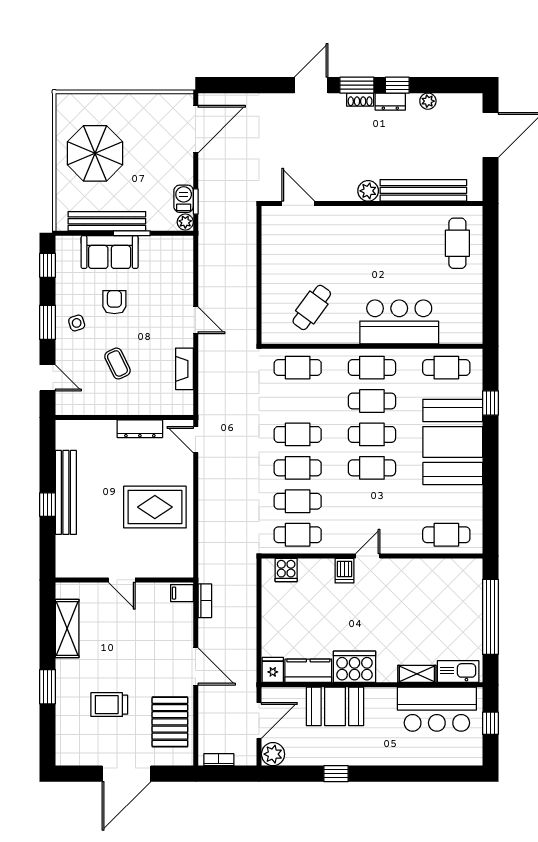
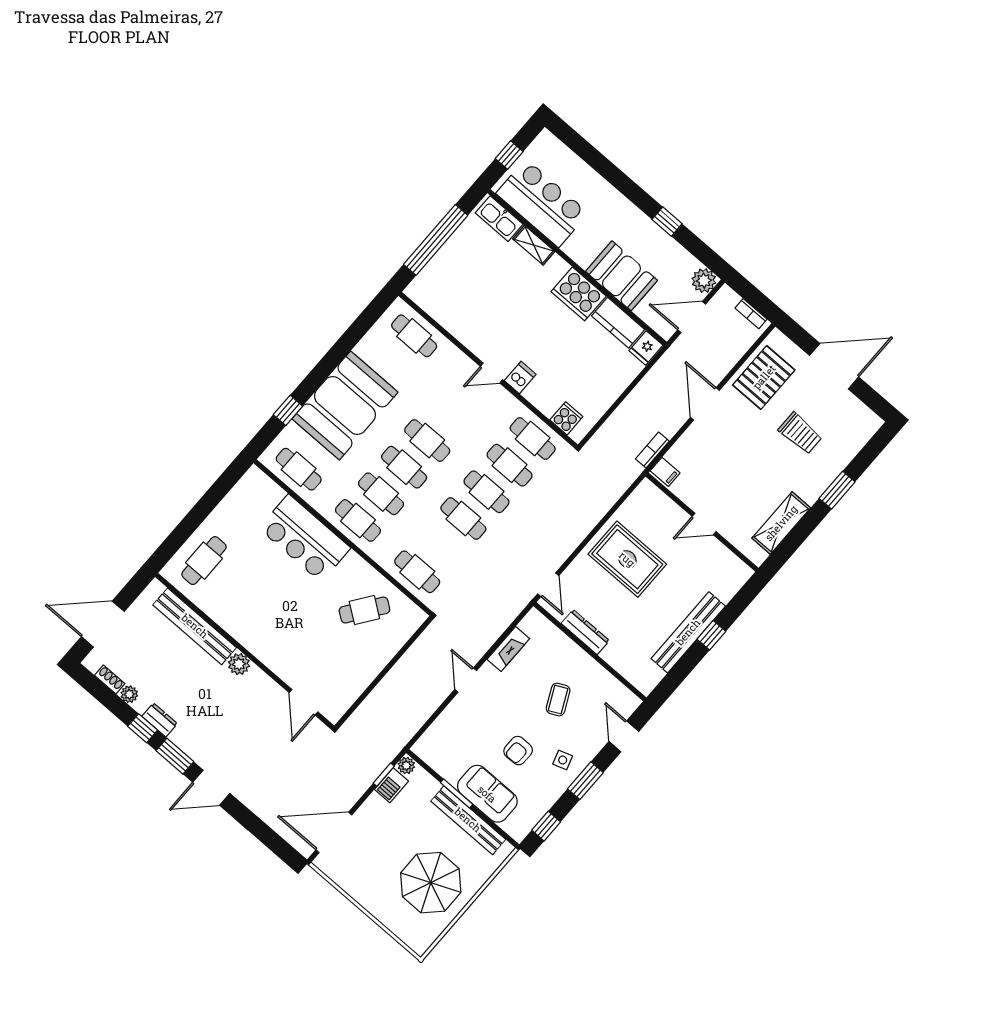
shoe rack: (360, 100) -> (110, 679), moved
door: (122, 580) -> (704, 524), swing flipped

